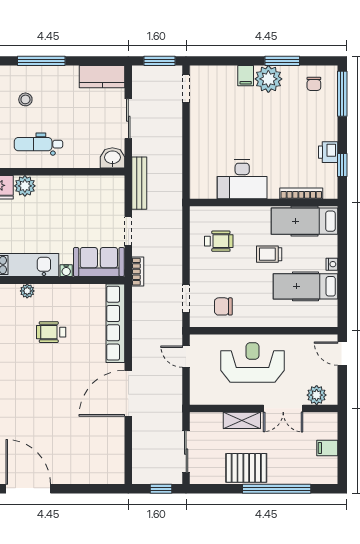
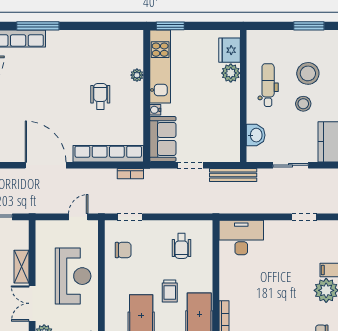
doorway: (186, 89) -> (304, 217), moved
stool: (25, 99) -> (308, 73), width x1.89, depth x1.89
stool: (59, 105) -> (303, 104), added
washbasin: (112, 158) -> (256, 135), moved
desk: (242, 179) -> (241, 237), moved, turned 90
trolley: (269, 254) -> (170, 291), turned 180
bookcase: (138, 272) -> (130, 174), moved
chair: (223, 306) -> (123, 250), turned 90

